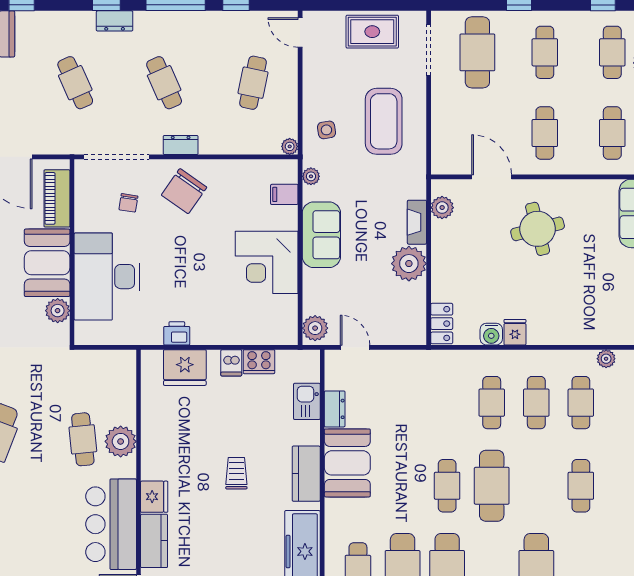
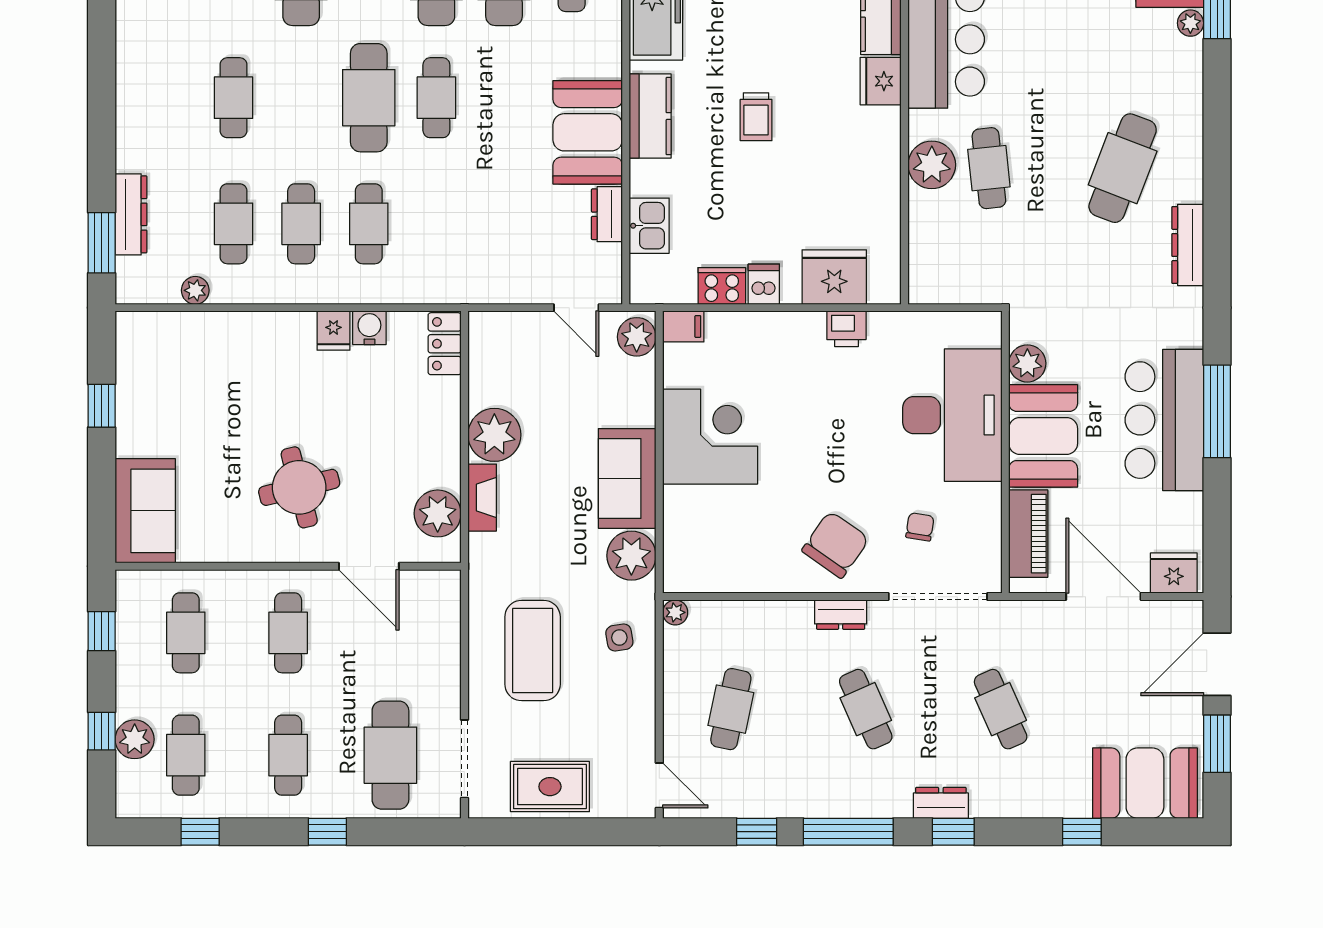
plant: (311, 176) -> (631, 556), width x1.88, depth x1.88
filing cabinet: (284, 194) -> (683, 326), moved
plant: (442, 208) -> (438, 513), width x1.36, depth x1.36

